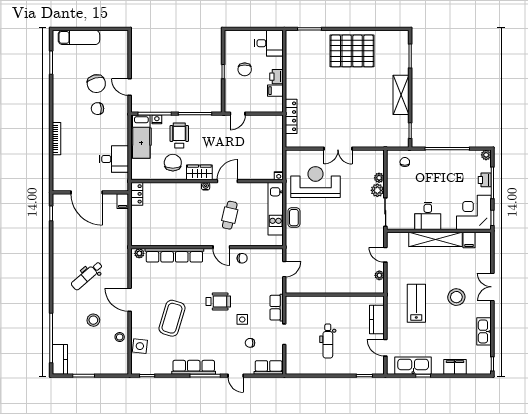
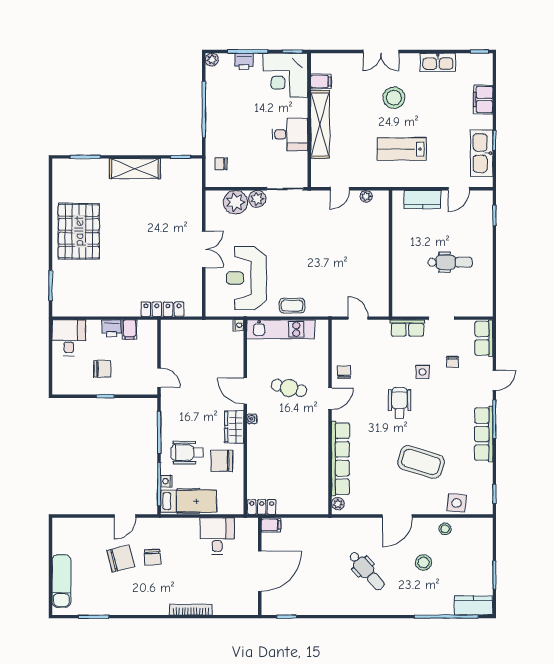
plant: (379, 178) -> (236, 202), width x1.88, depth x1.88

